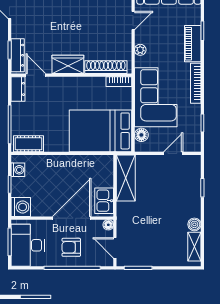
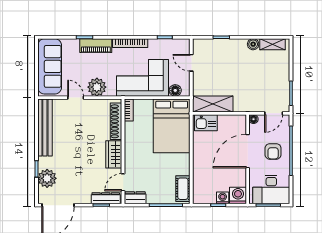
plant: (140, 50) -> (97, 87), width x1.88, depth x1.88
washing machine: (18, 170) -> (223, 198), moved
kitchen sink: (104, 201) -> (206, 123), moved
door: (72, 218) -> (248, 151), hinge flipped

